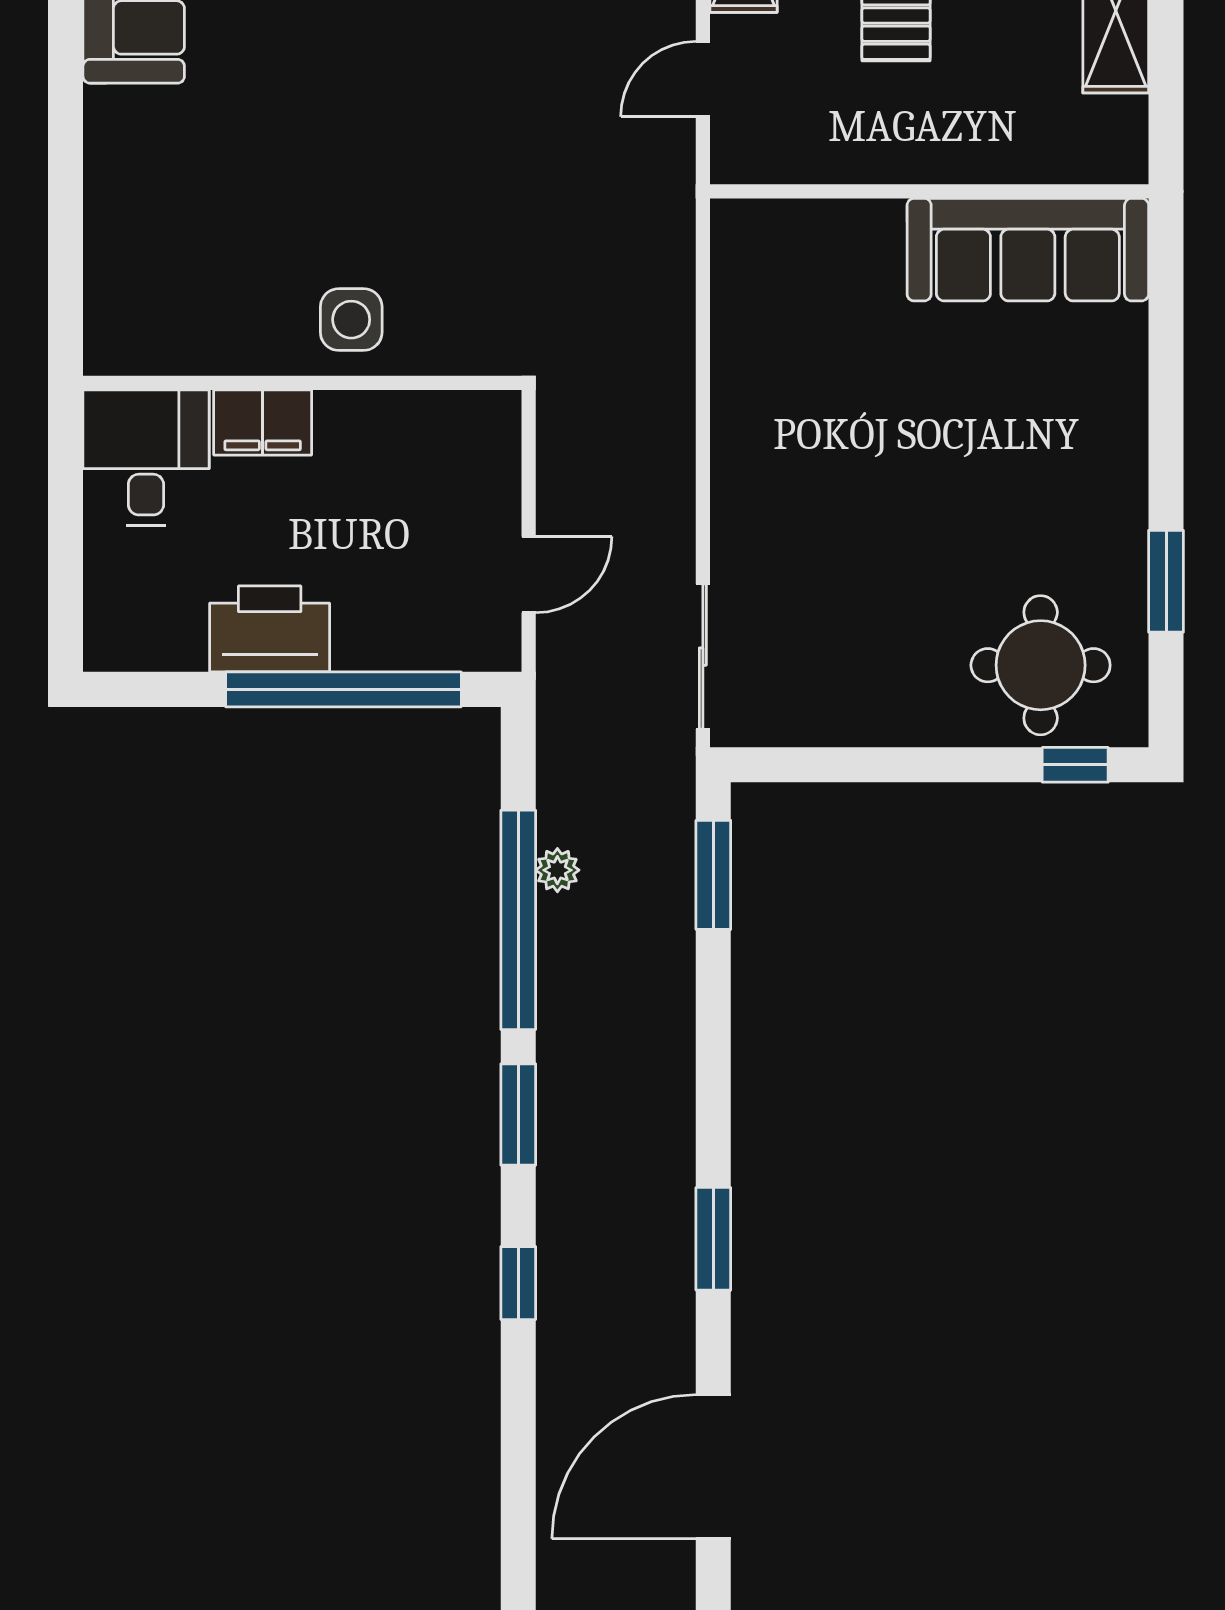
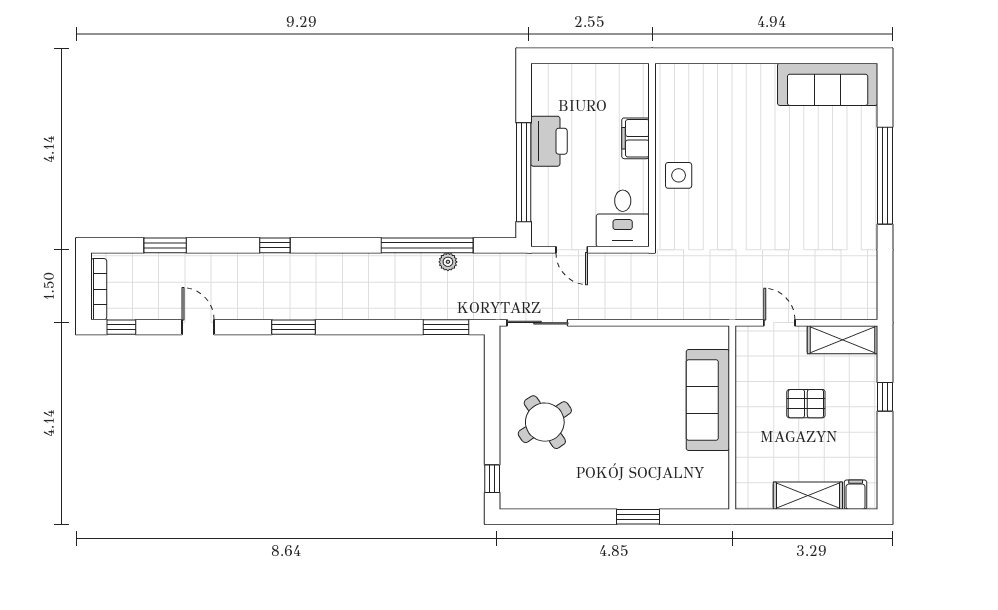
sofa: (1028, 250) -> (708, 400), moved
desk: (146, 458) -> (623, 218), moved, turned 90
window: (1166, 581) -> (638, 517), moved
round table: (1041, 665) -> (545, 422), moved, turned -34
window: (518, 1114) -> (165, 245), moved
door: (713, 1467) -> (198, 327), width x0.53

